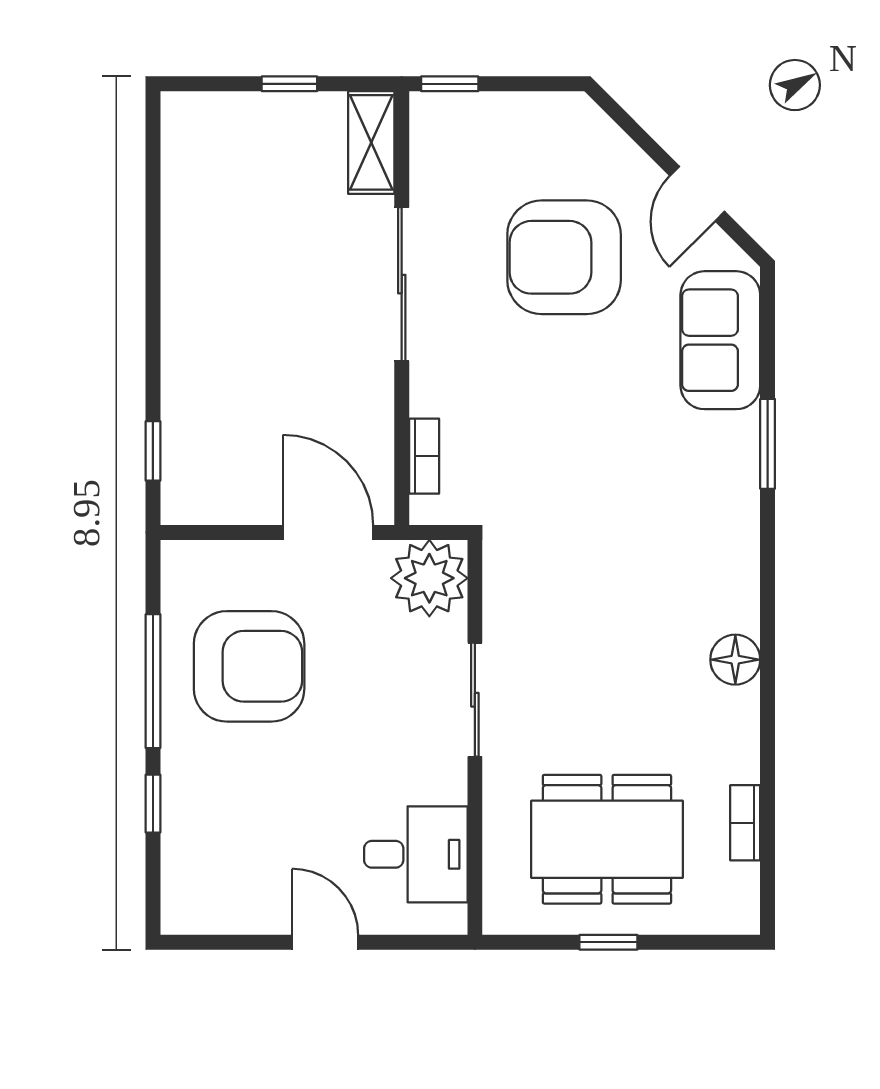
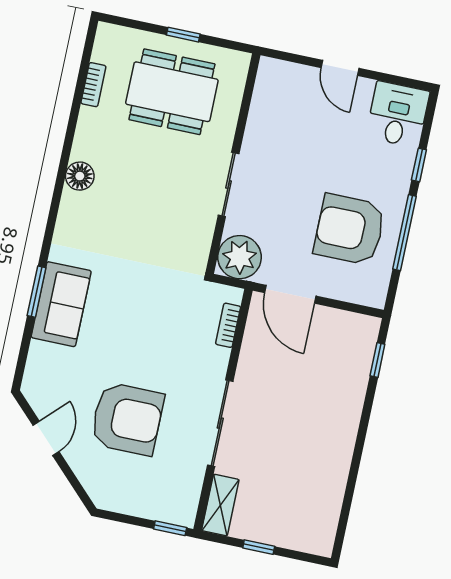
sofa: (720, 340) -> (61, 304), moved
desk: (416, 854) -> (398, 114), moved, turned 90

